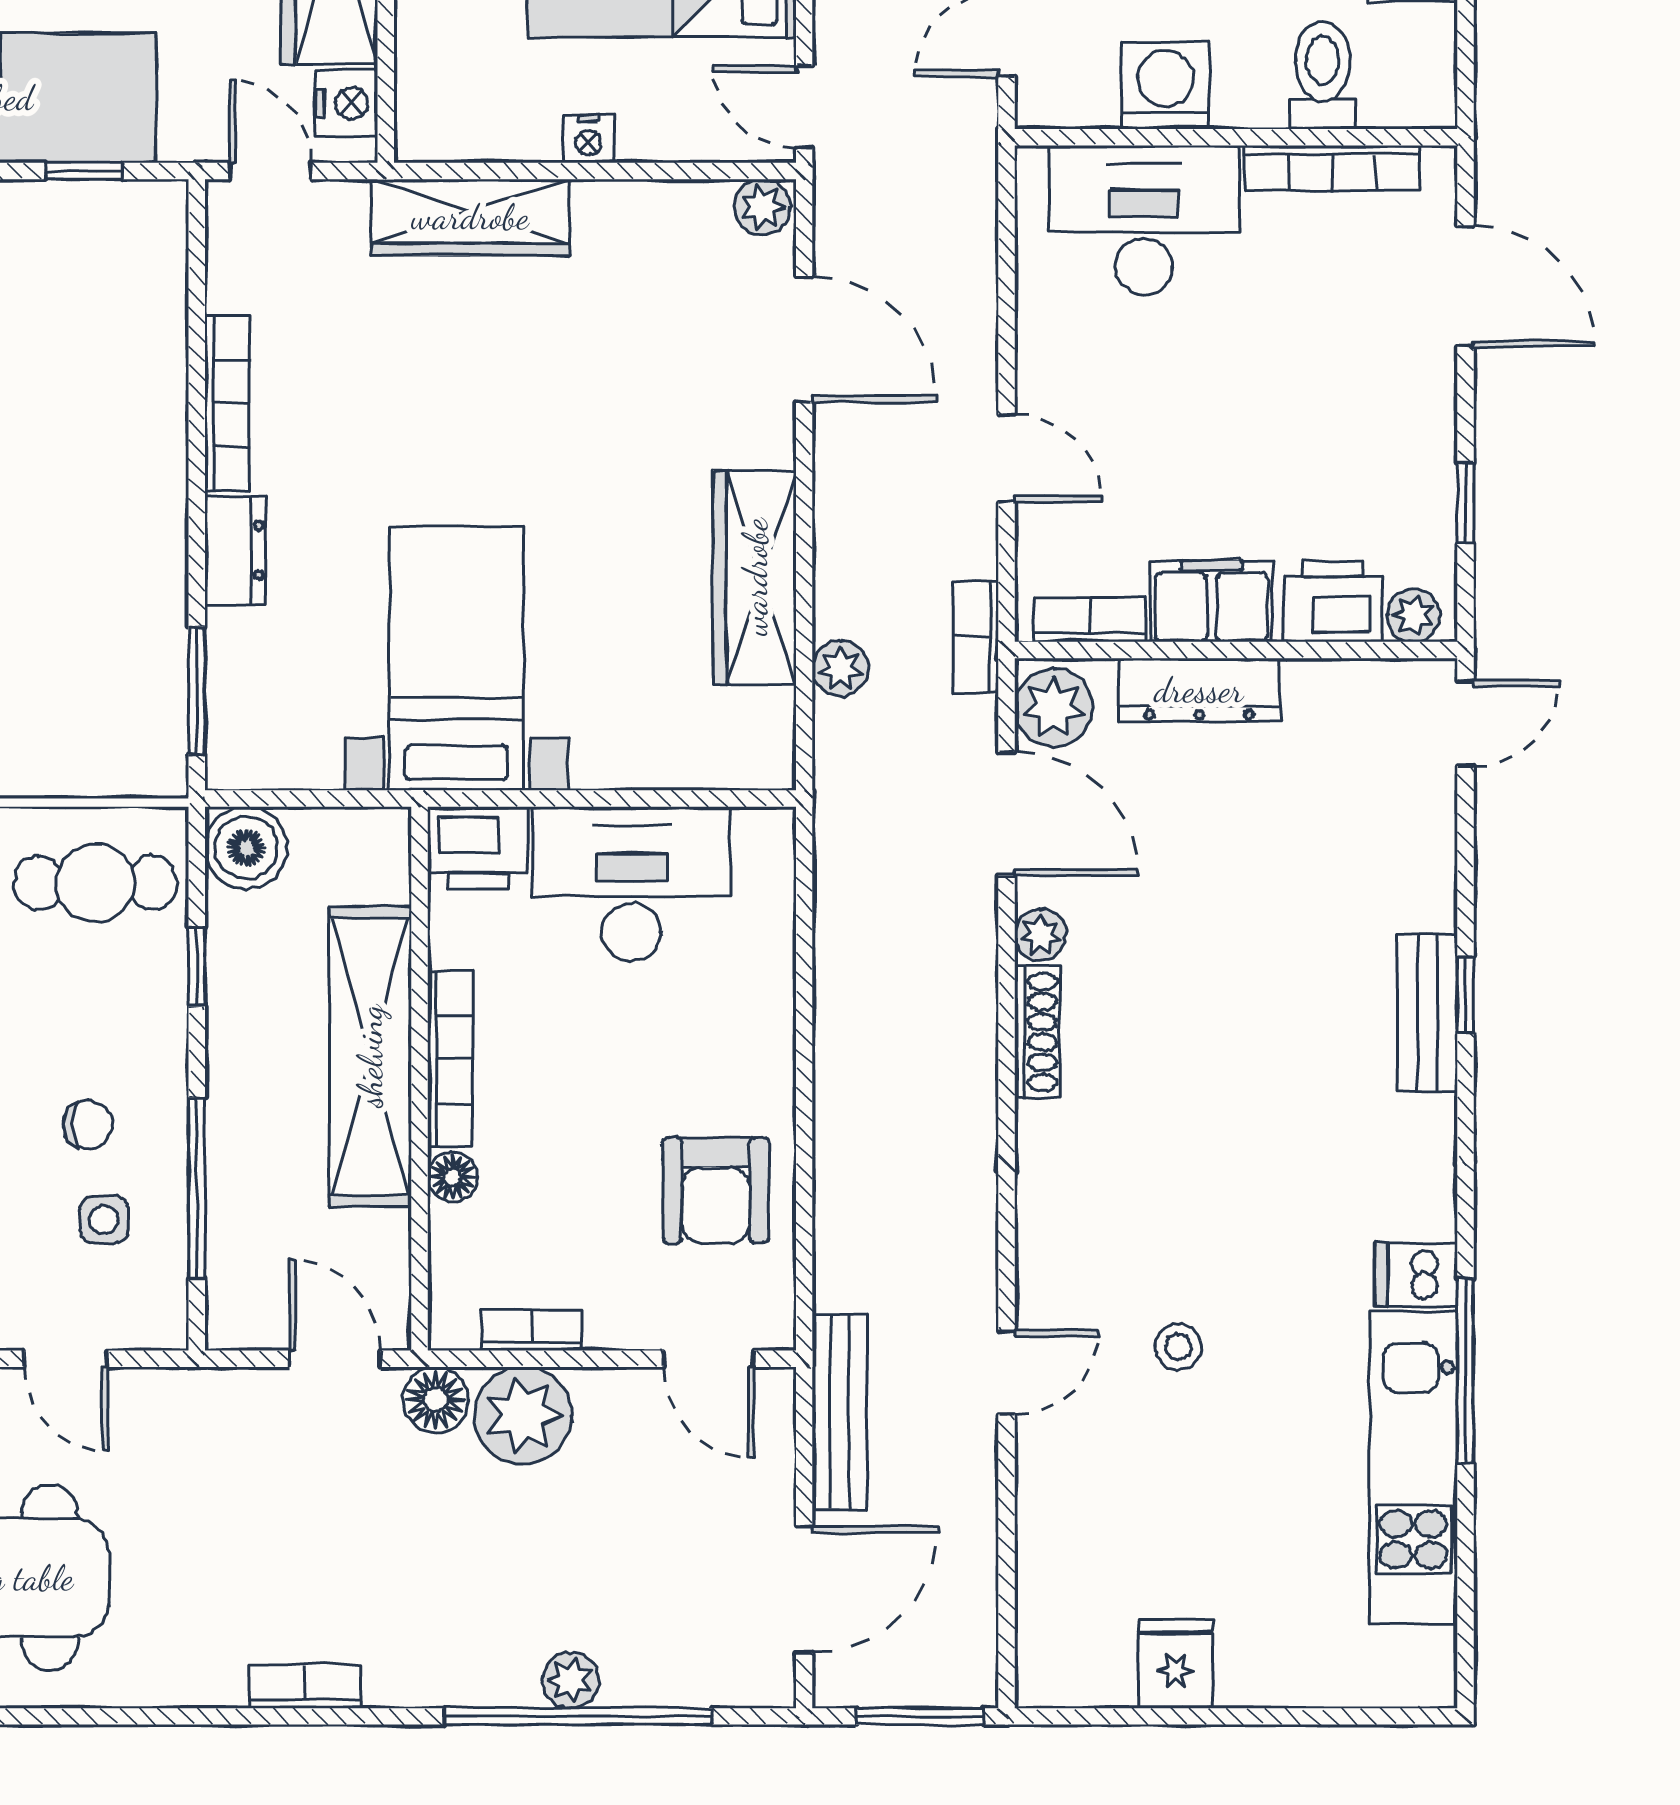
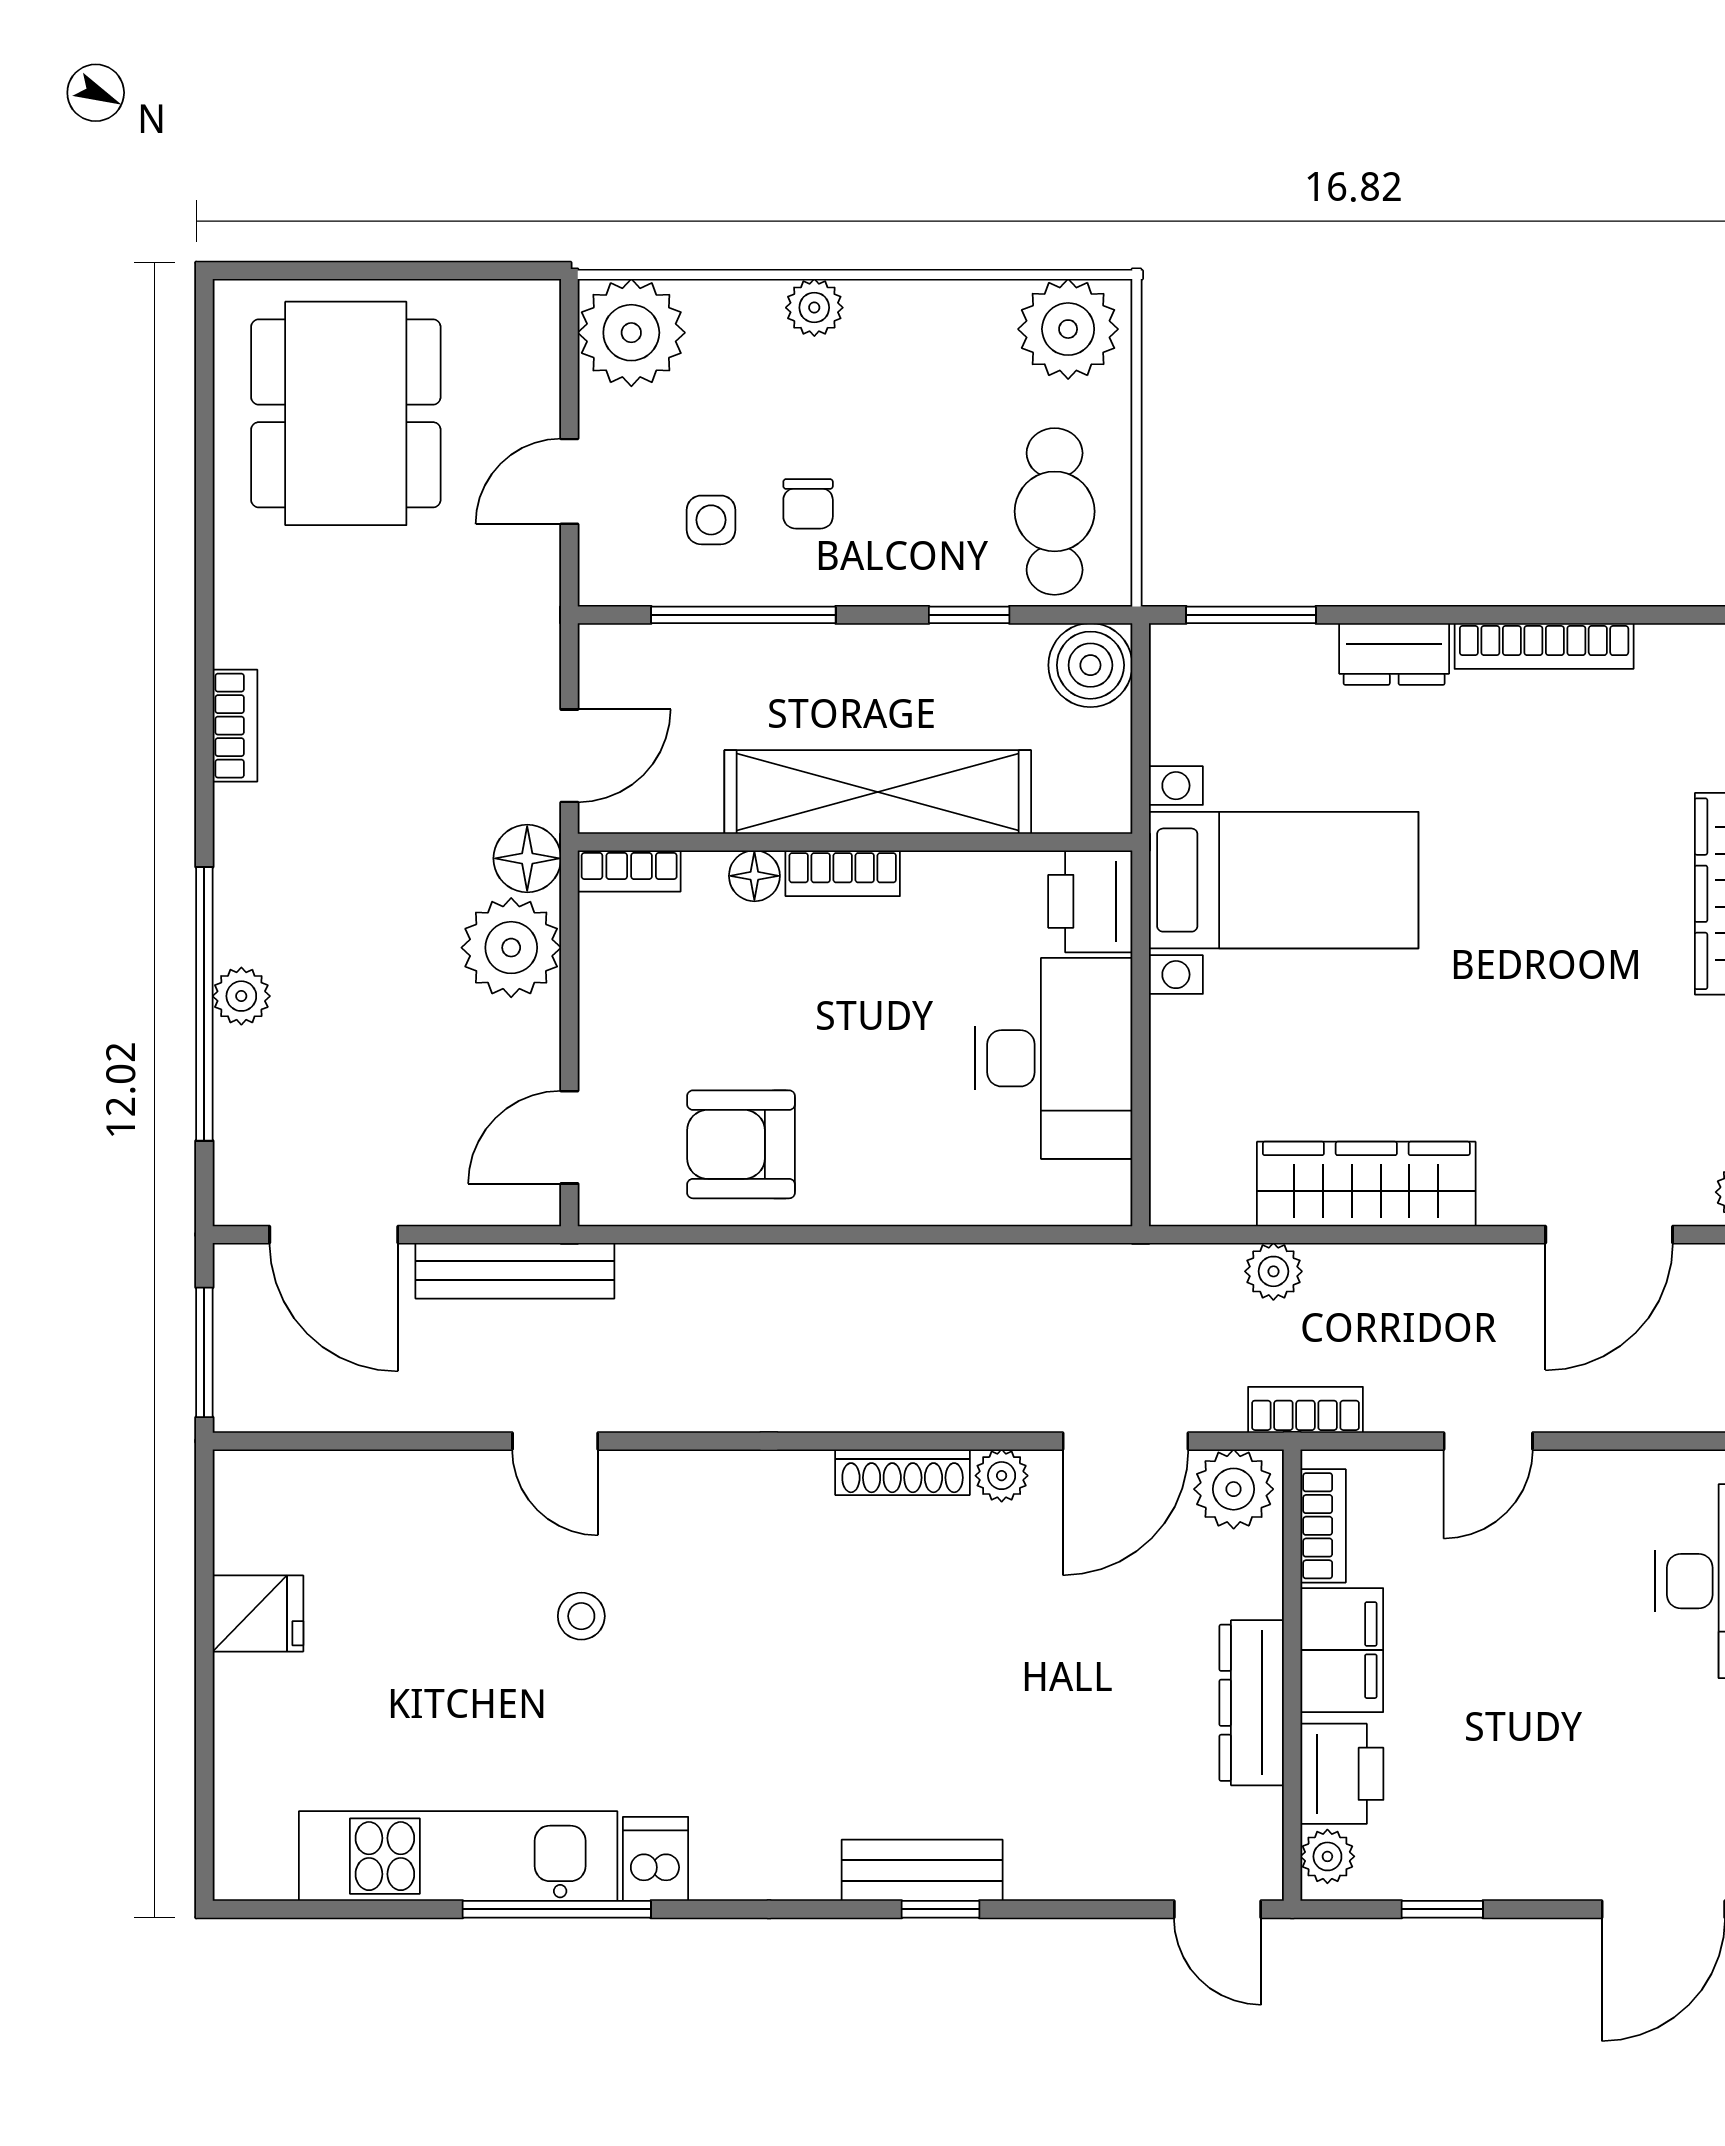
dresser: (1199, 690) -> (1252, 1703), moved
bookcase: (450, 1059) -> (843, 873), width x0.64
bookcase: (532, 1330) -> (629, 871), moved, turned 90

